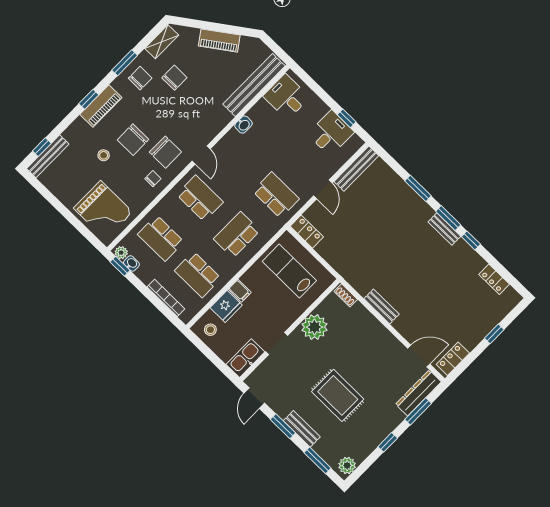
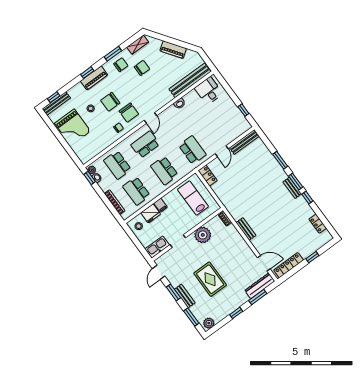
desk: (331, 133) -> (232, 118), removed
school desk: (200, 198) -> (145, 144), turned -90
grand piano: (103, 210) -> (73, 127), moved
school desk: (237, 235) -> (164, 171), turned -90
locker: (453, 359) -> (289, 265), width x1.53

